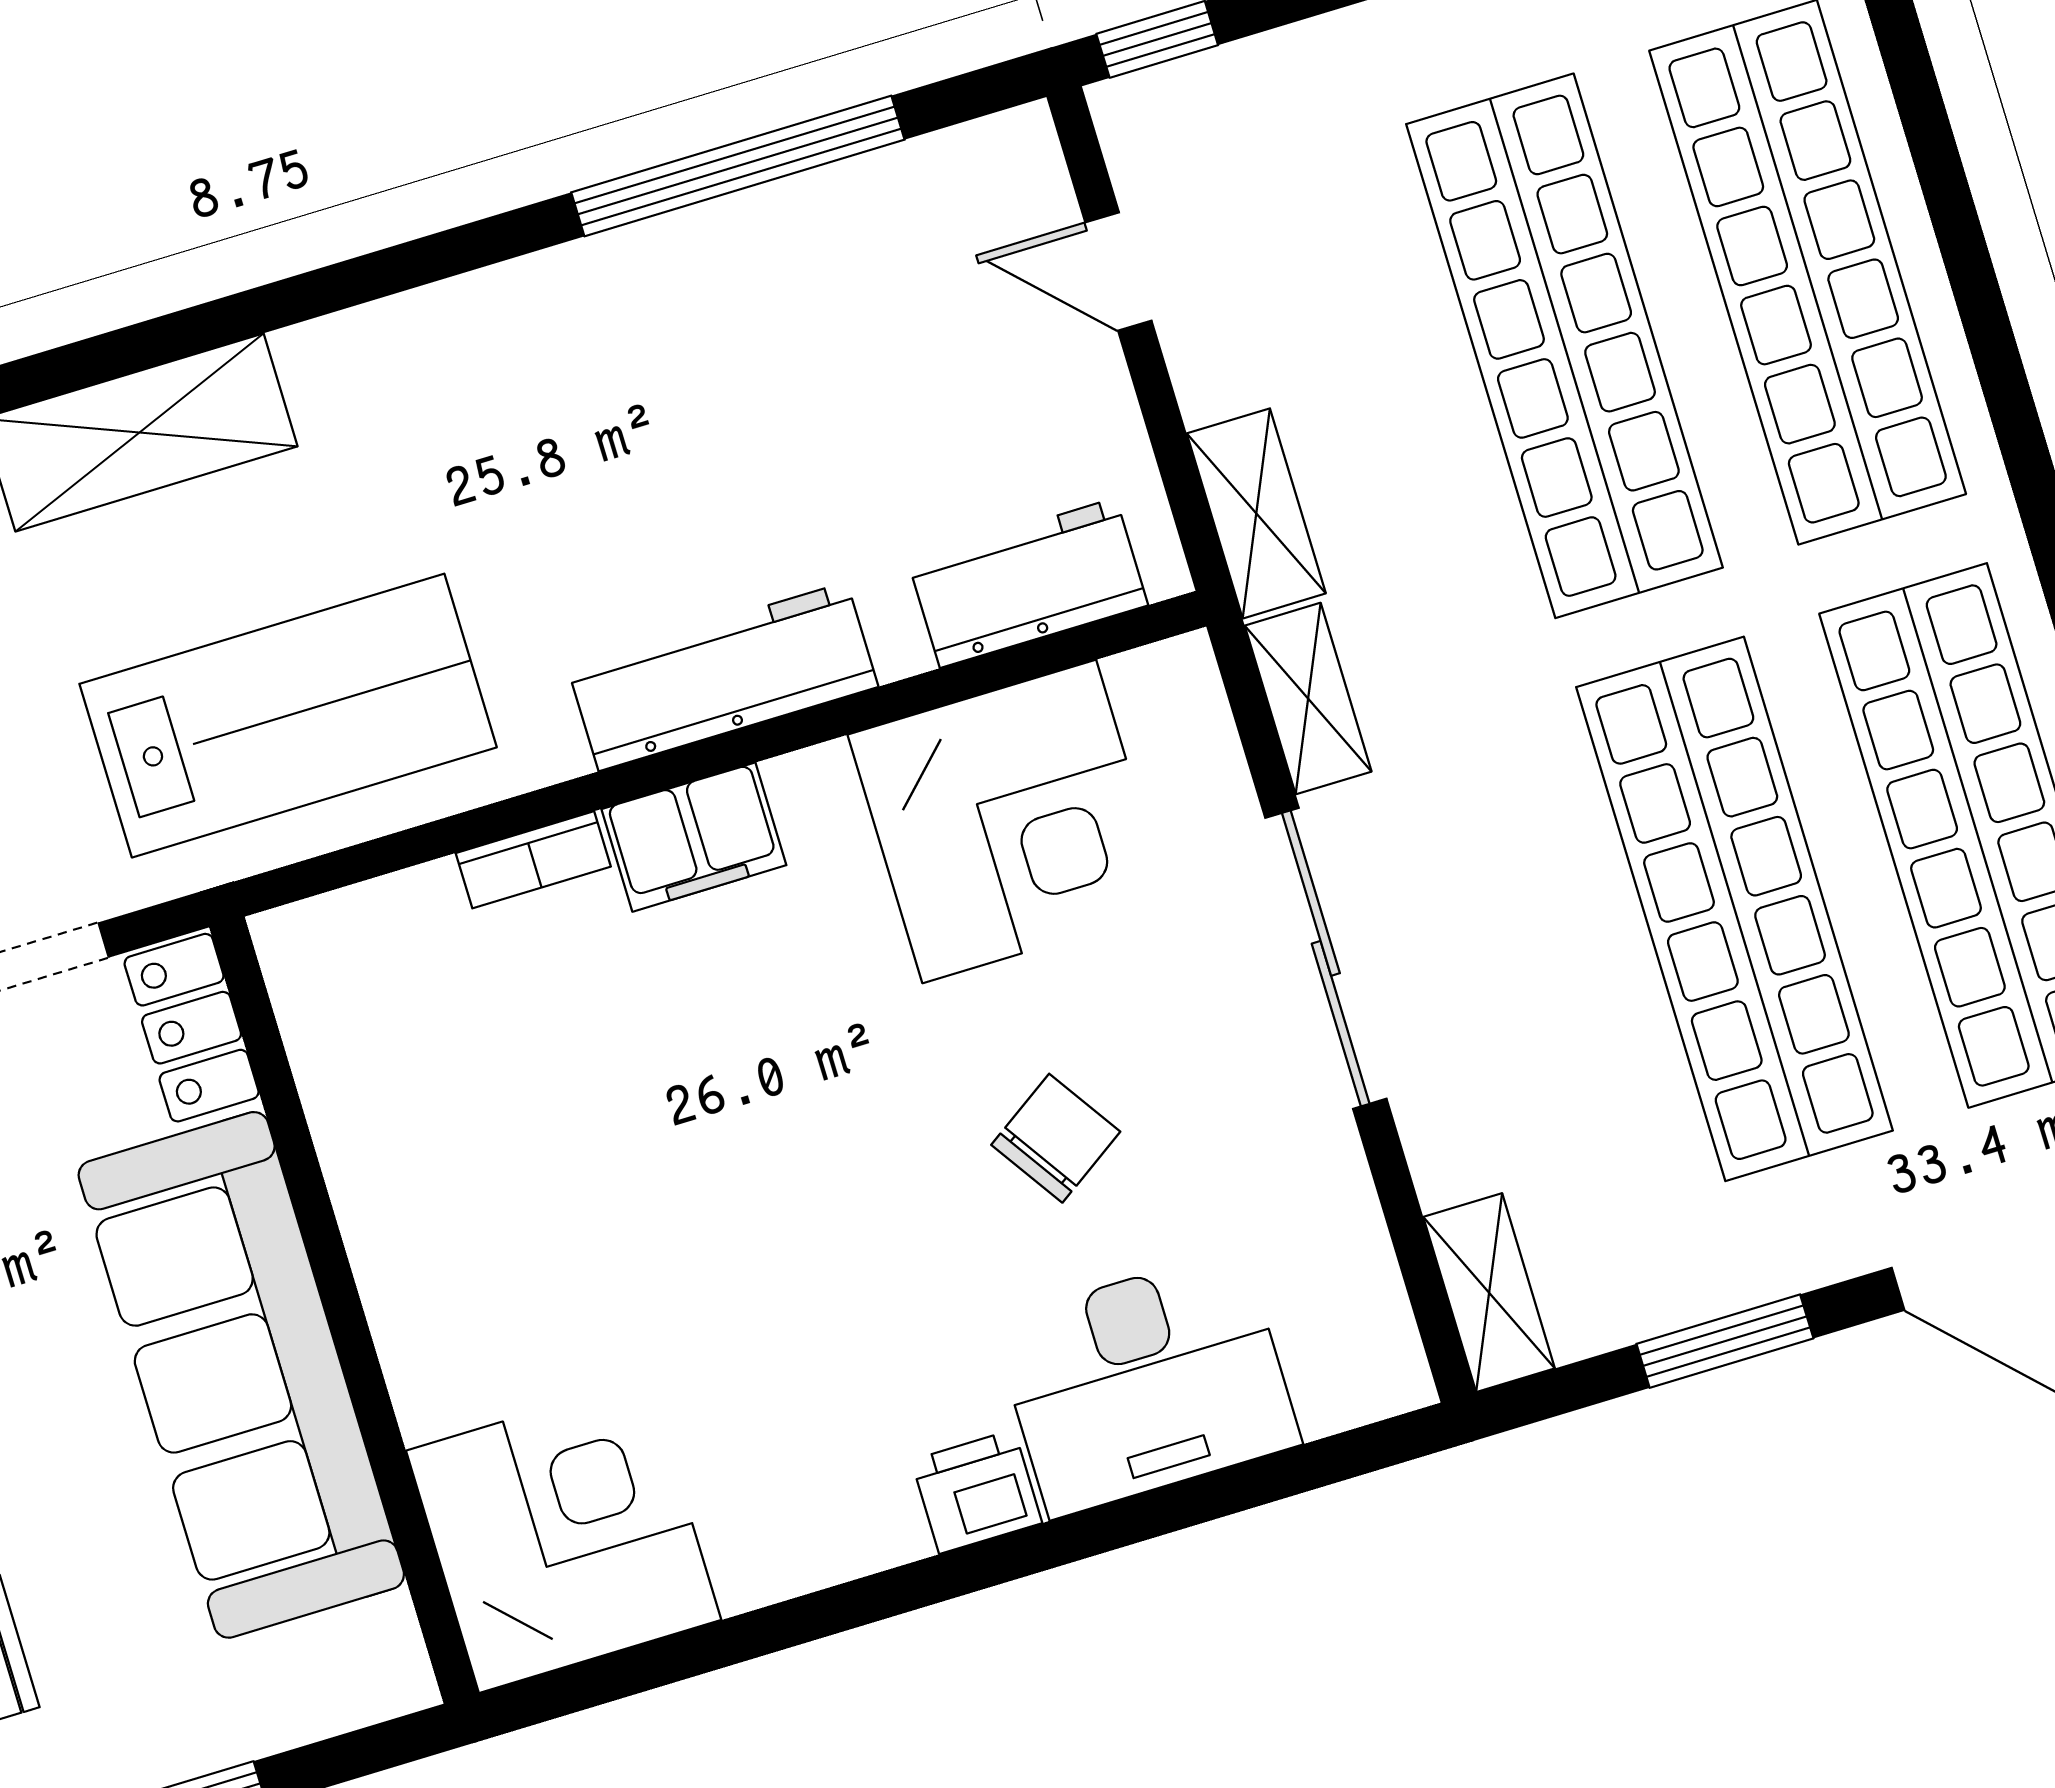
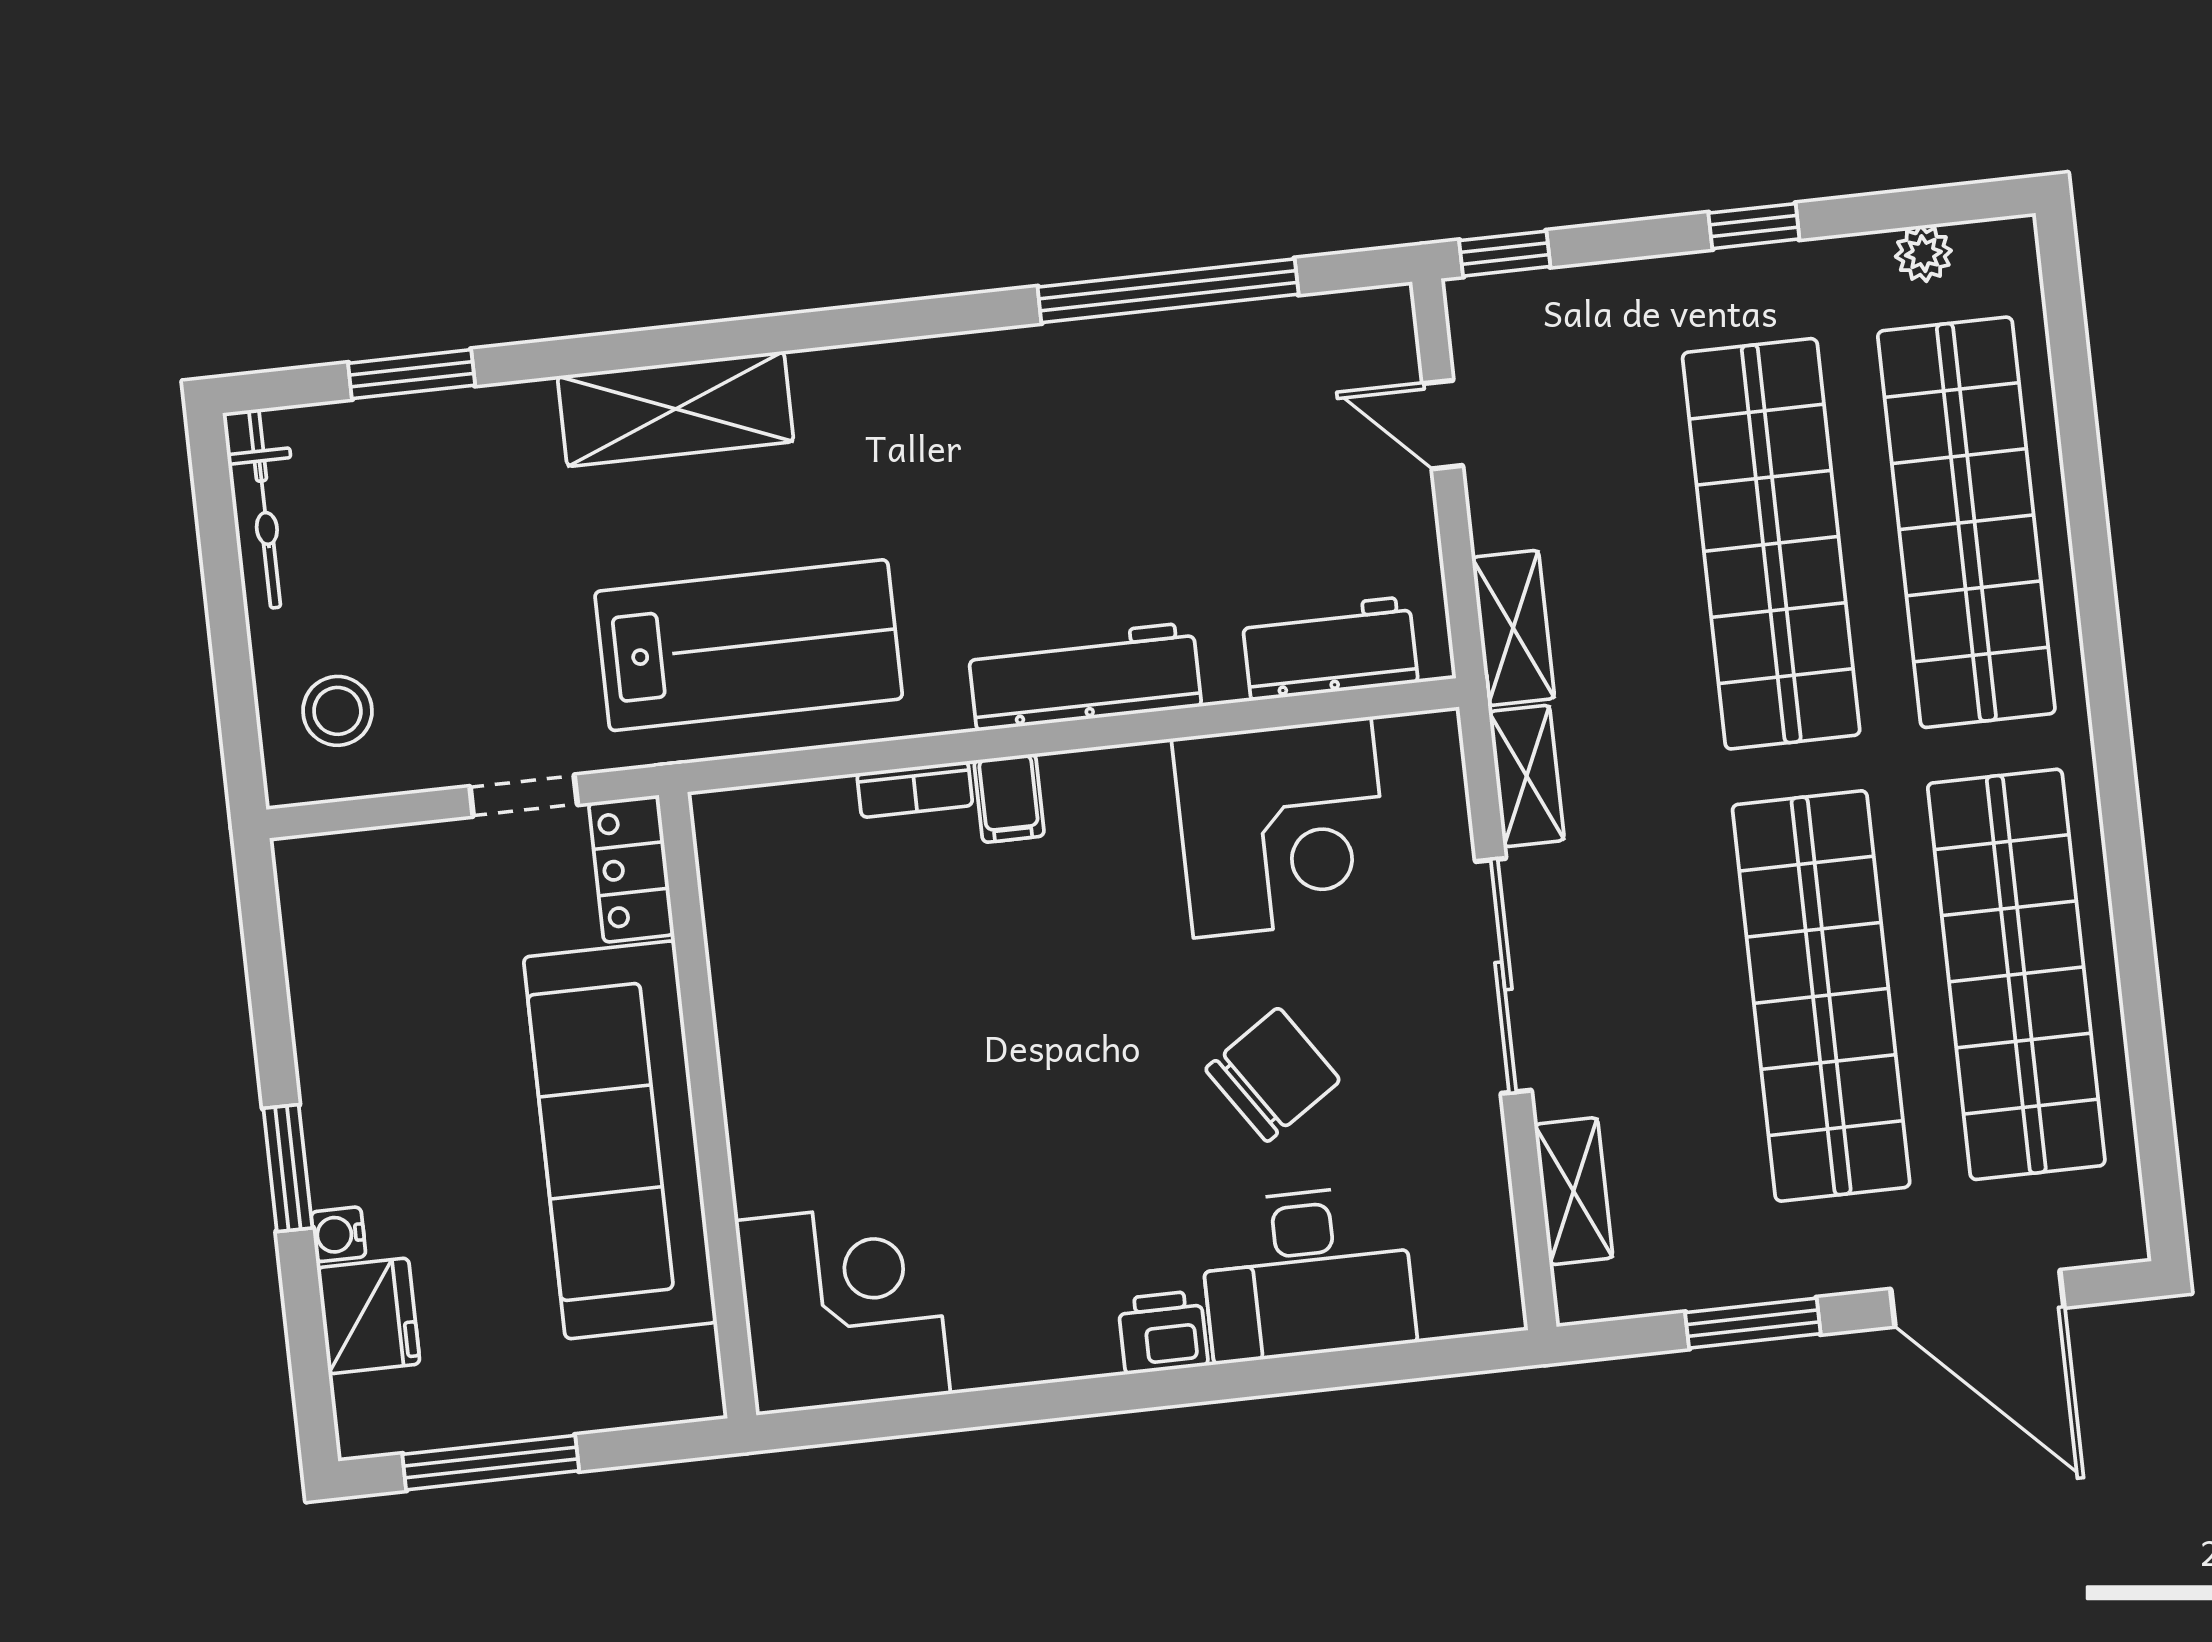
filing cabinet: (694, 837) -> (1009, 798), width x0.50
chair: (1056, 1138) -> (1273, 1075), width x1.37, depth x1.37
shelving: (1489, 1293) -> (1574, 1191), moved

